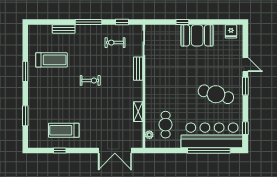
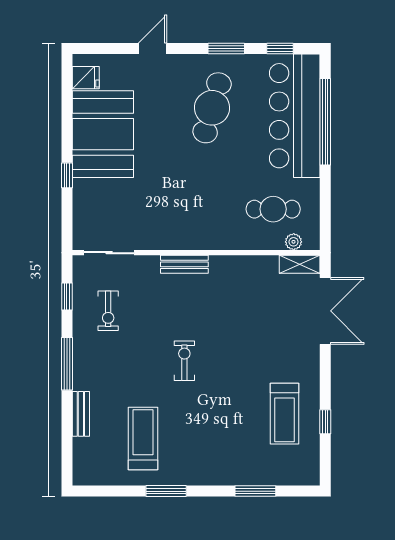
booth: (197, 35) -> (103, 134), width x1.36, depth x1.42
bench: (138, 69) -> (184, 264), moved
window: (245, 86) -> (226, 49), moved
shelving: (138, 112) -> (300, 264), moved

